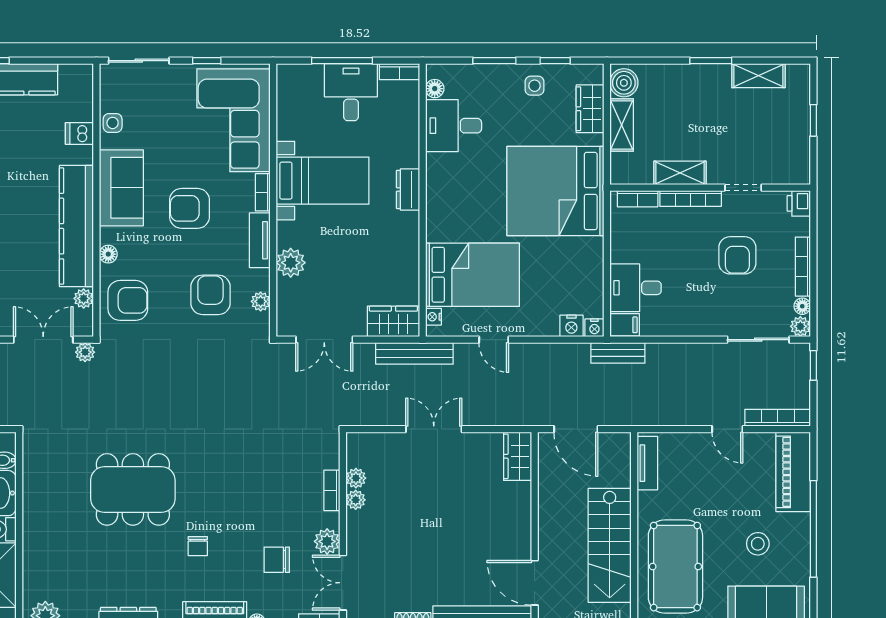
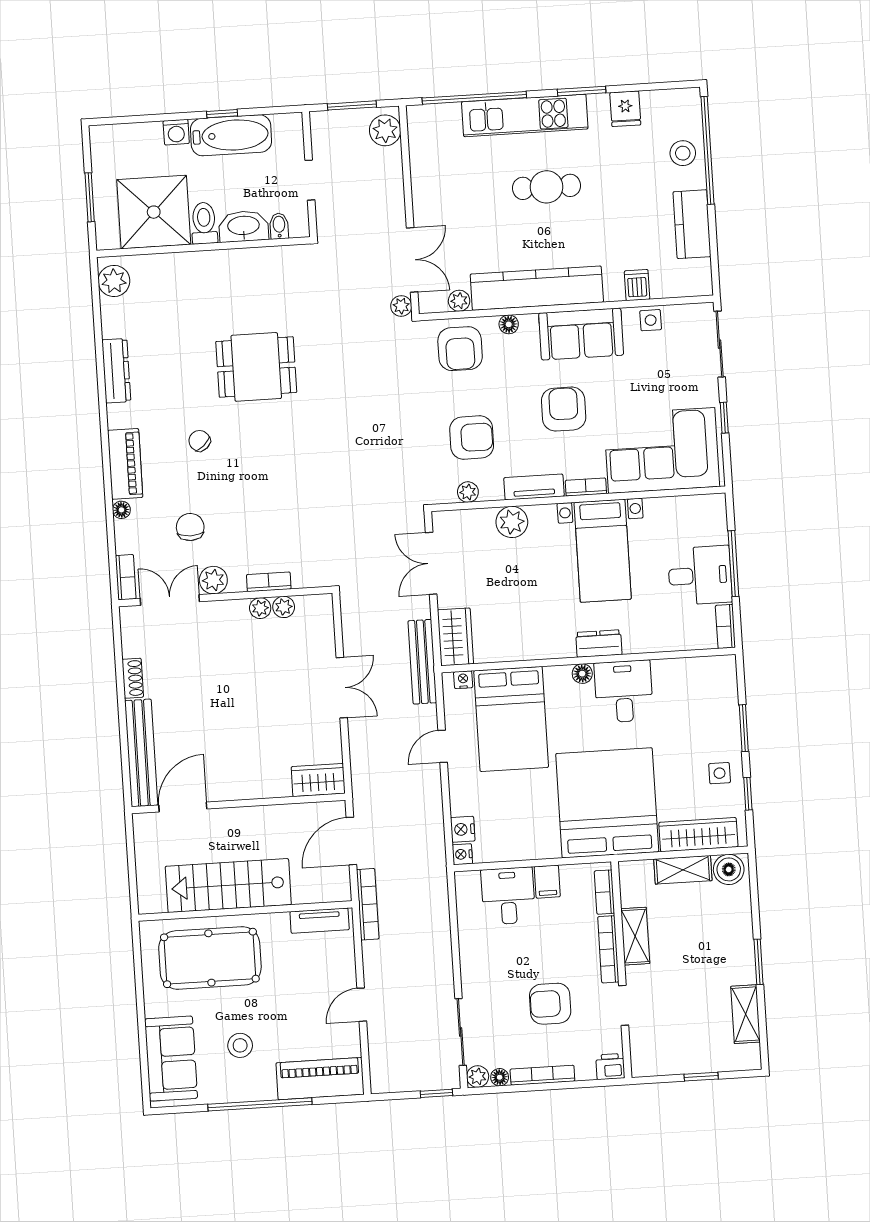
floor lamp: (435, 89) -> (582, 674), moved
wardrobe: (590, 109) -> (698, 835), width x1.50
desk: (454, 126) -> (624, 691), moved
filing cabinet: (625, 325) -> (547, 882), moved
bench: (618, 353) -> (437, 881), removed
bookcase: (778, 418) -> (368, 904), moved
dining table: (133, 489) -> (256, 367), width x0.73
chair: (198, 546) -> (199, 441), turned 48

